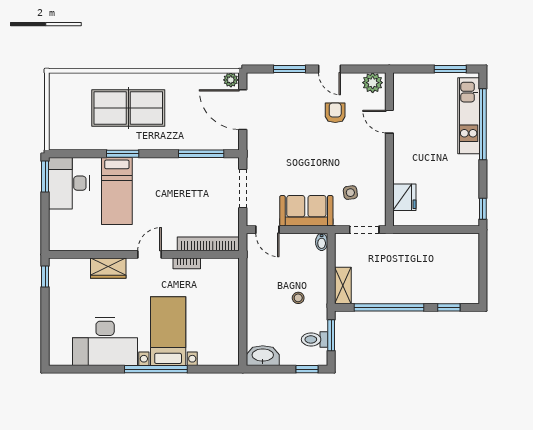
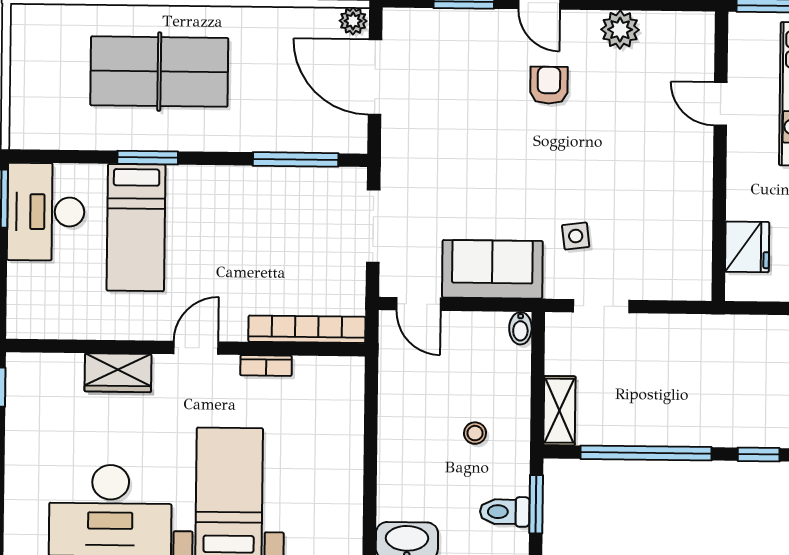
door: (389, 122) -> (721, 104), moved
wall: (389, 149) -> (720, 156), moved
fridge: (404, 197) -> (747, 247), moved

